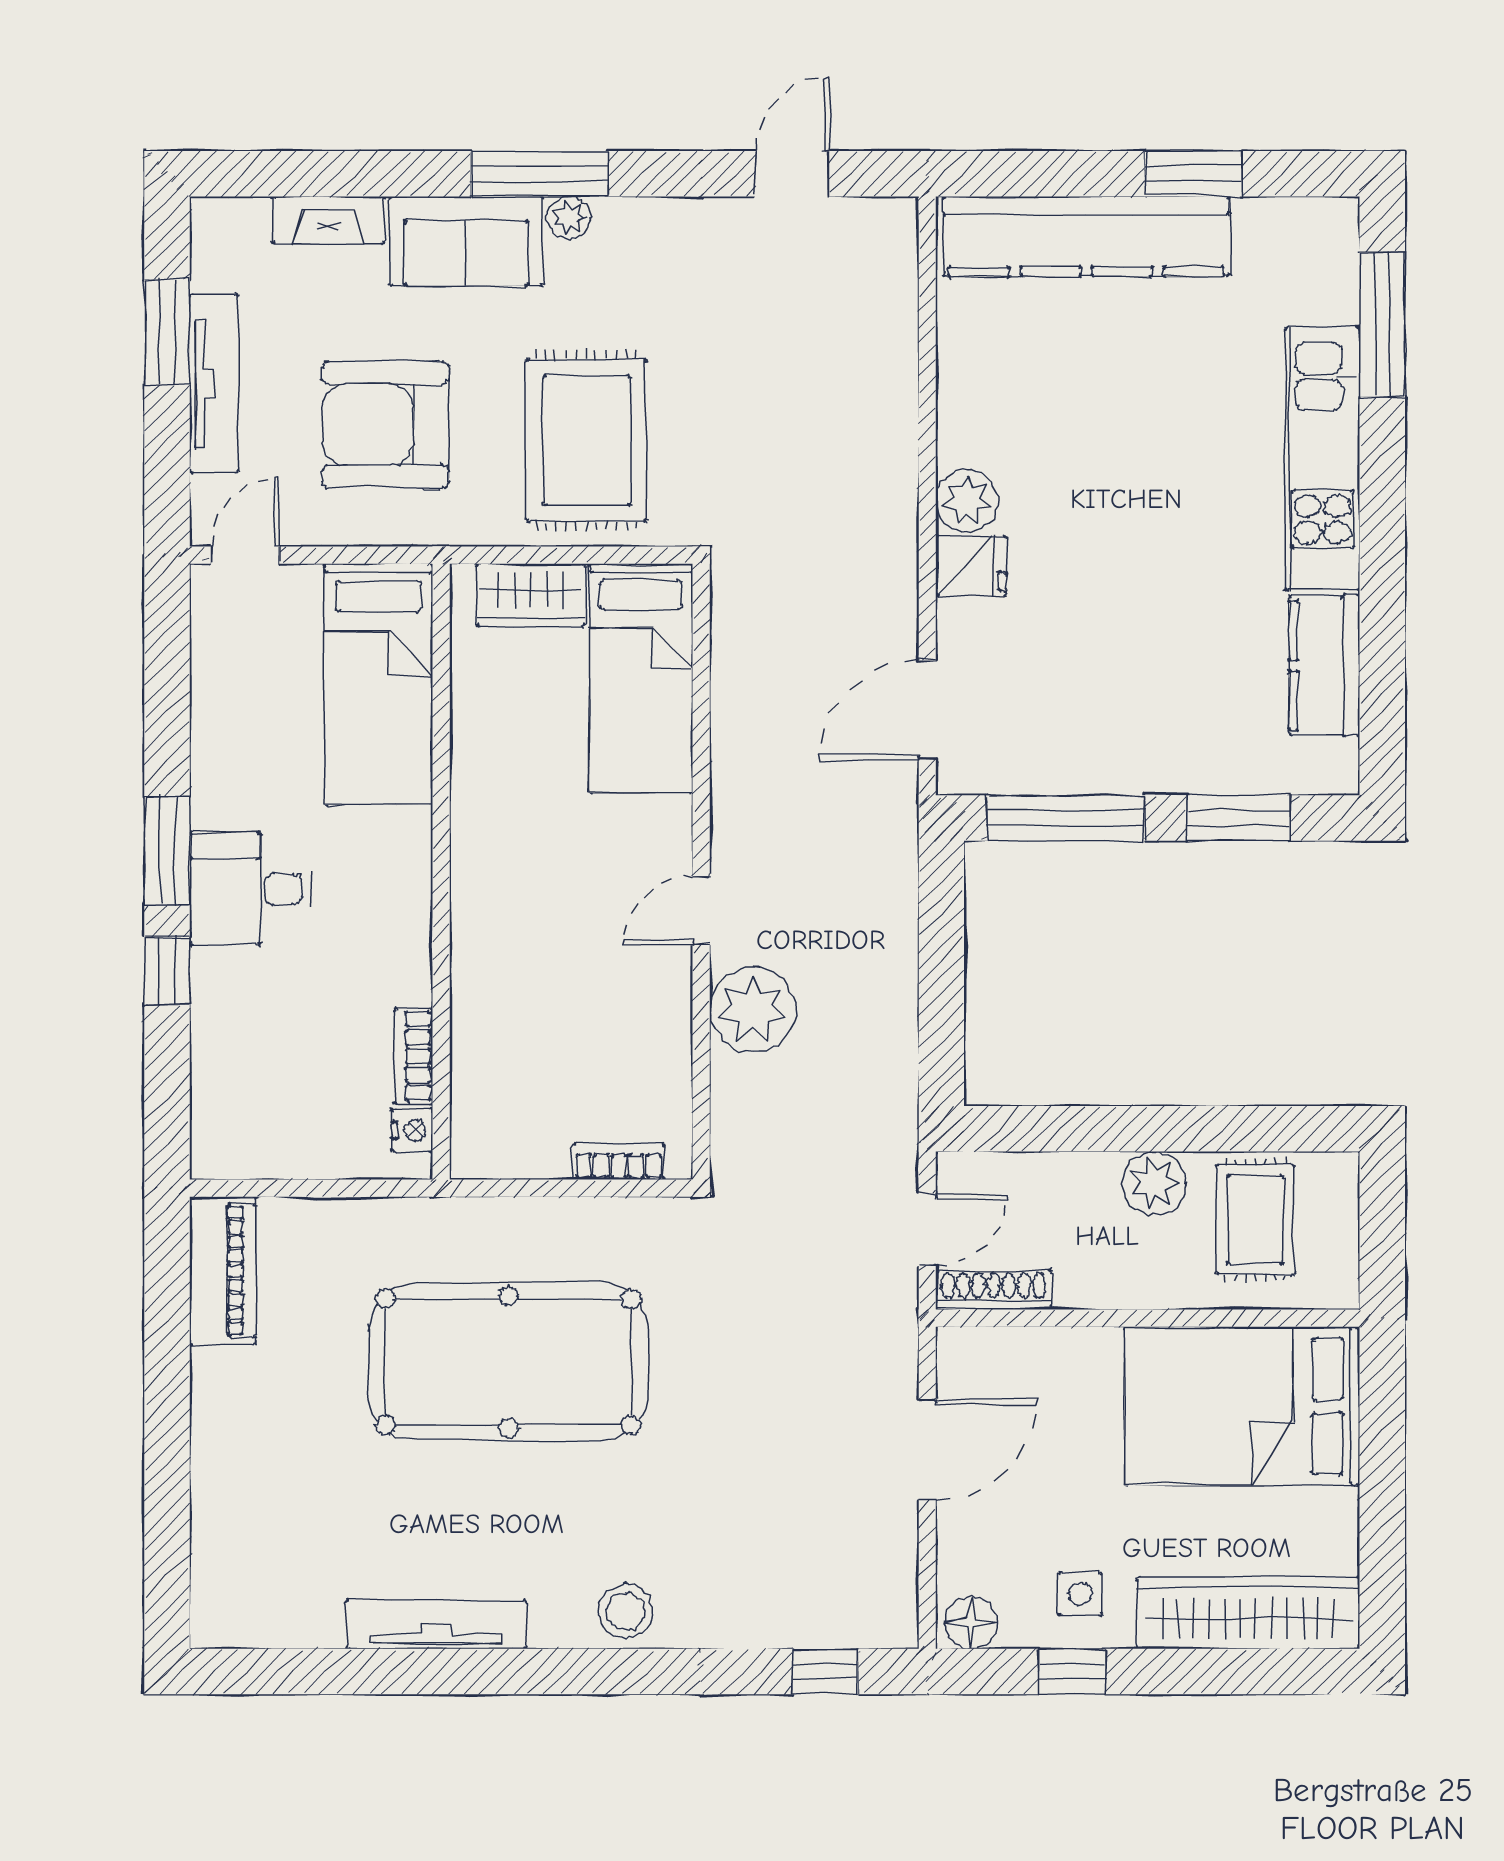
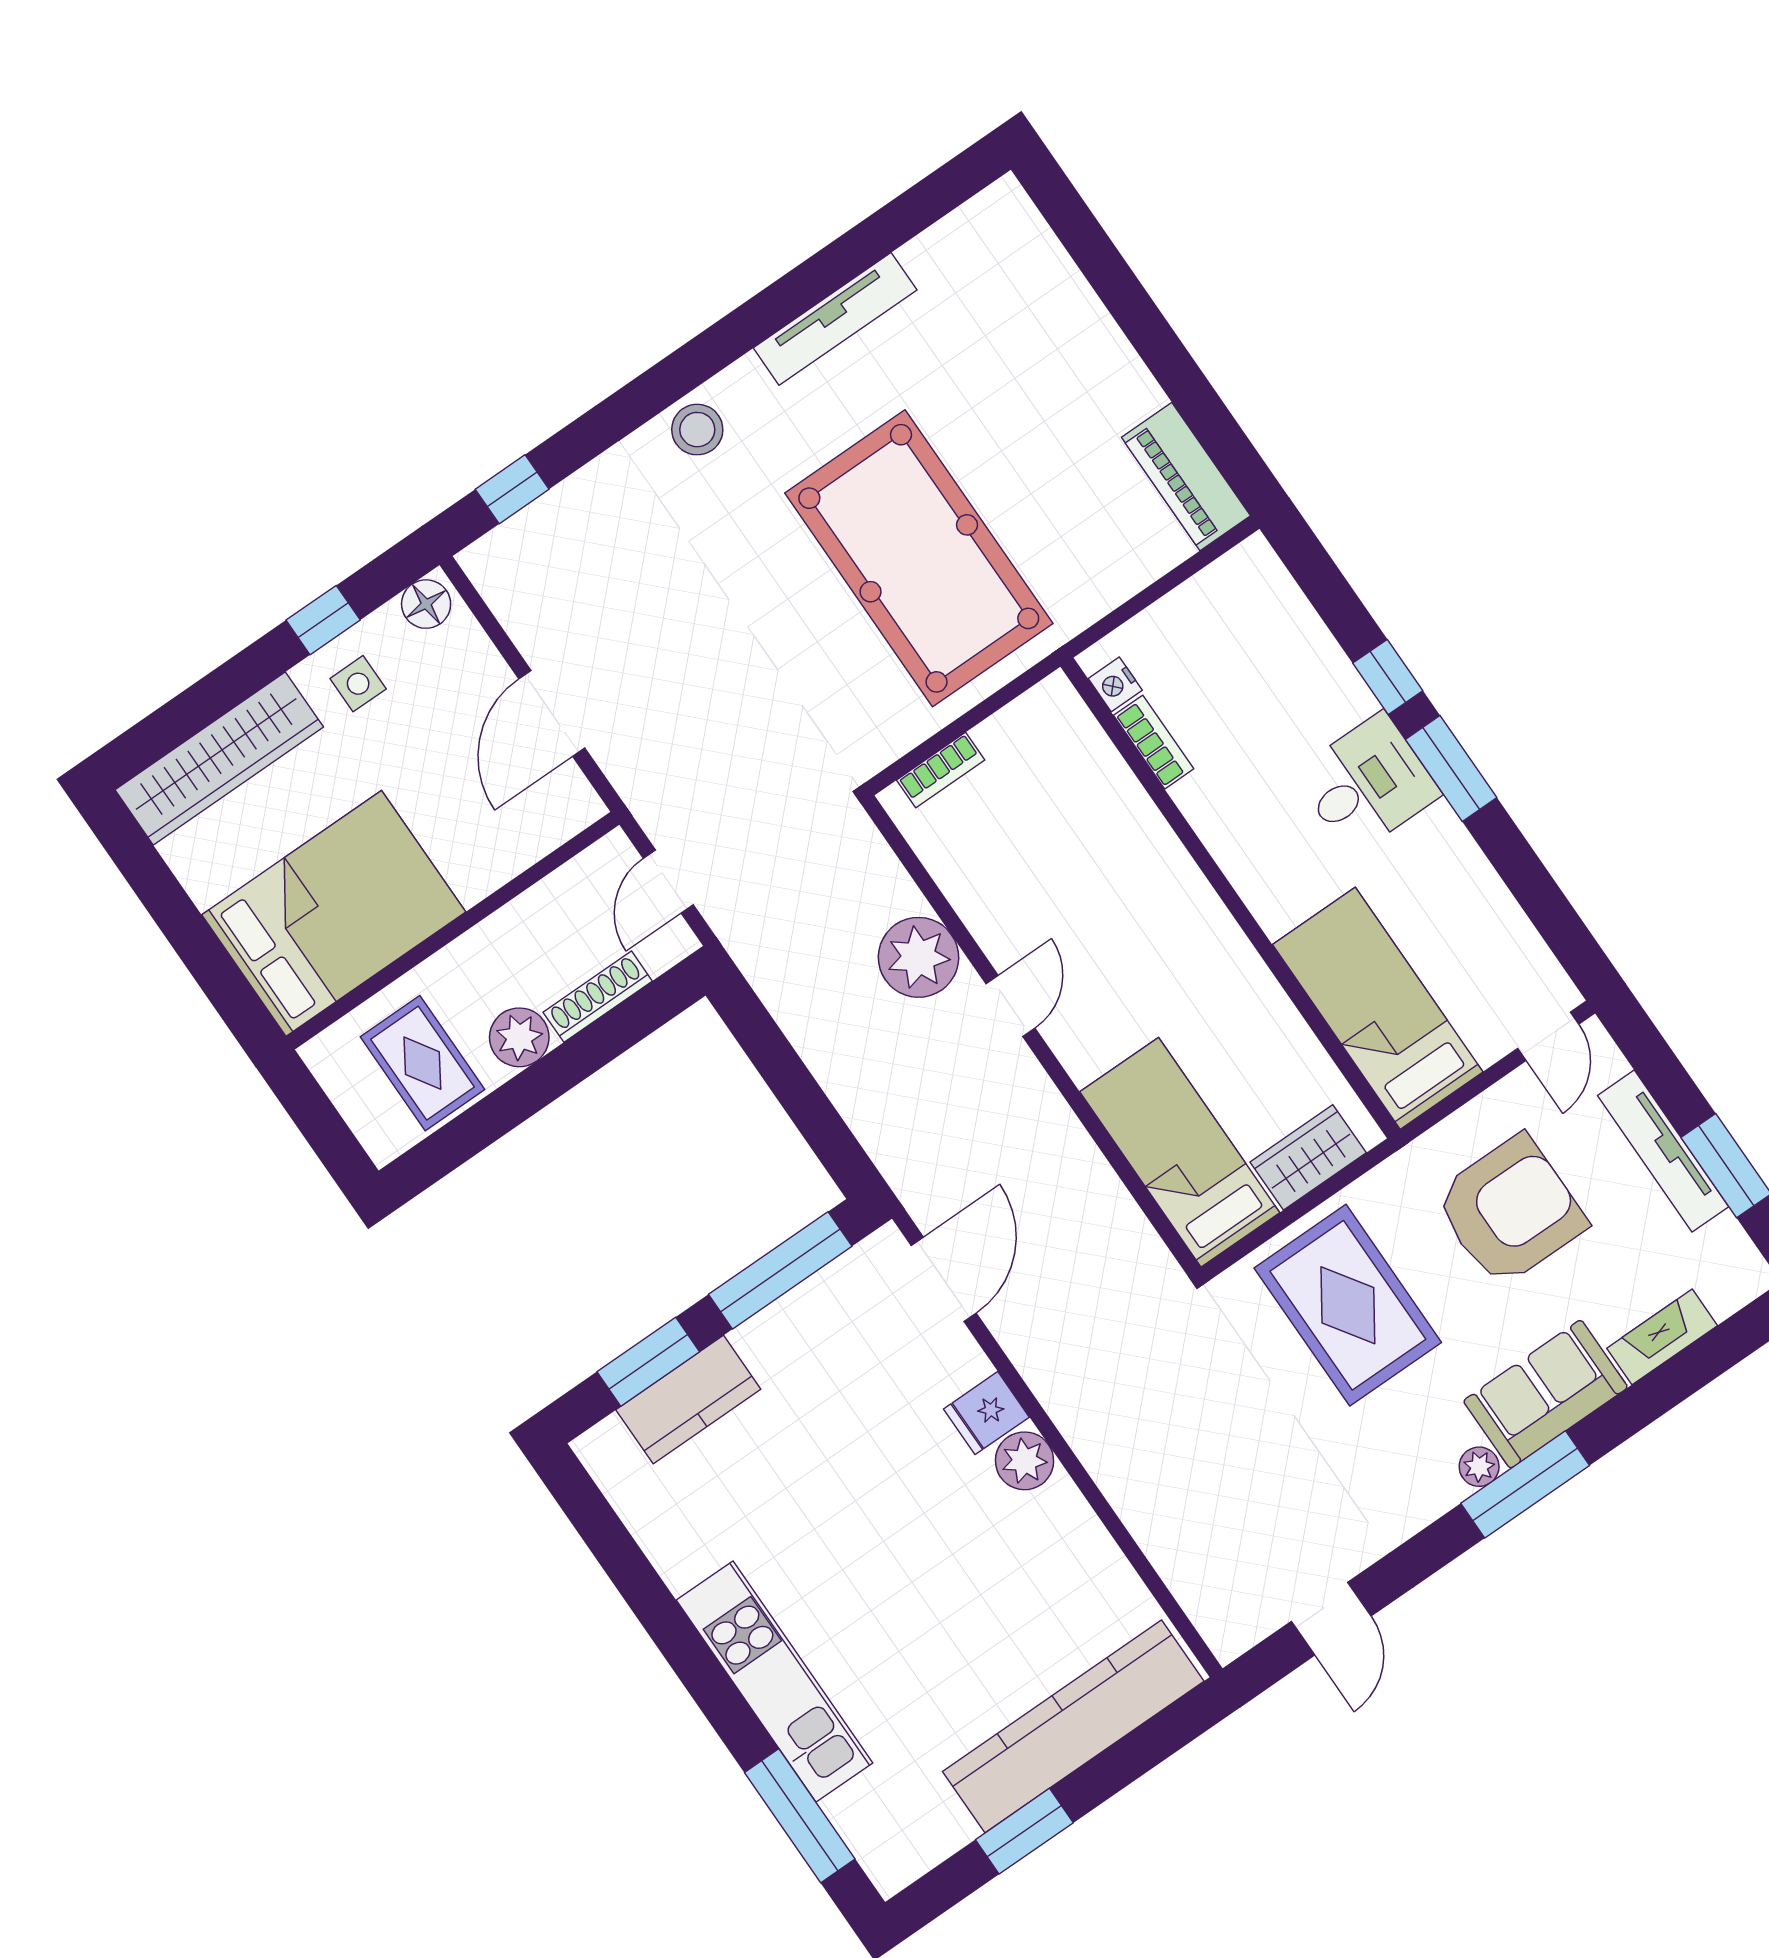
kitchen counter: (1324, 665) -> (688, 1400), moved, turned 90
shoe rack: (994, 1290) -> (598, 997), moved, turned 180
pool table: (509, 1362) -> (919, 558), turned 90

